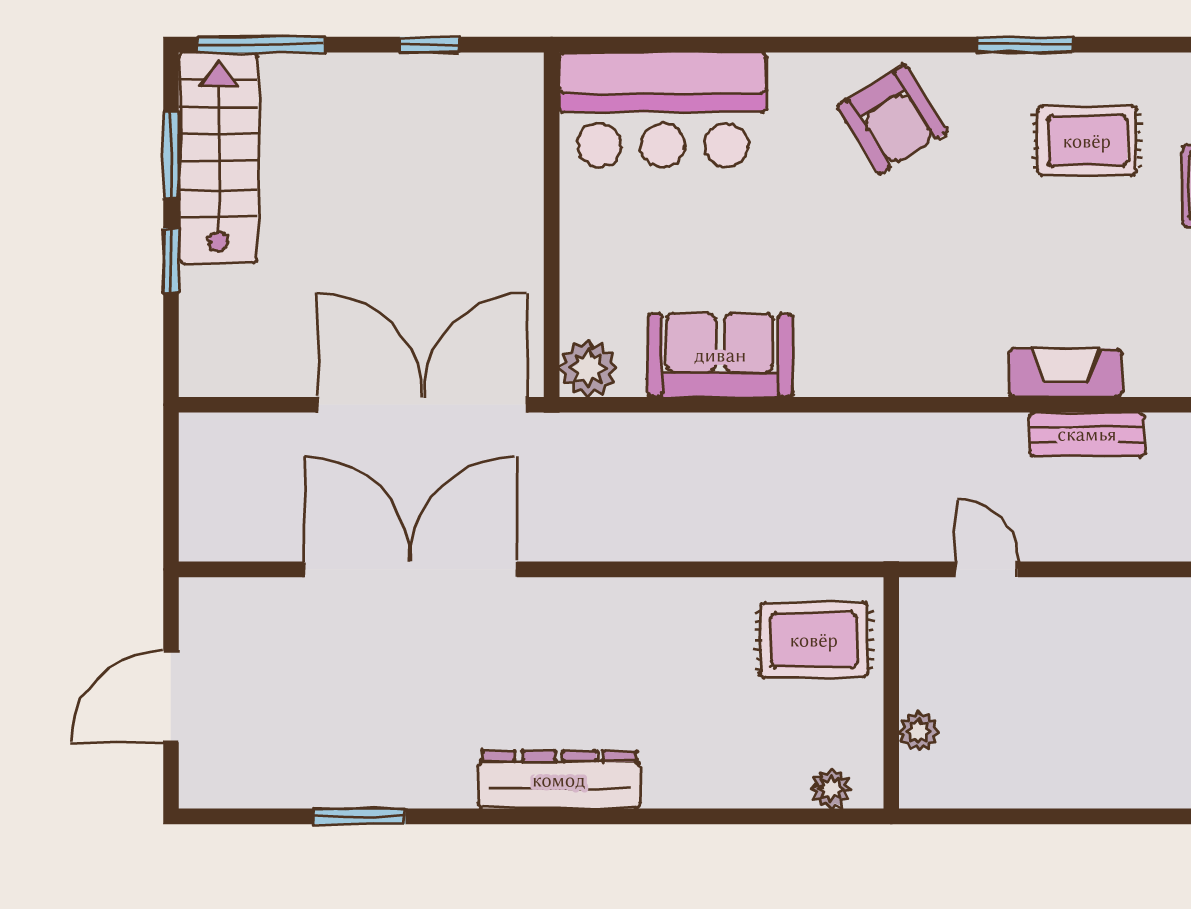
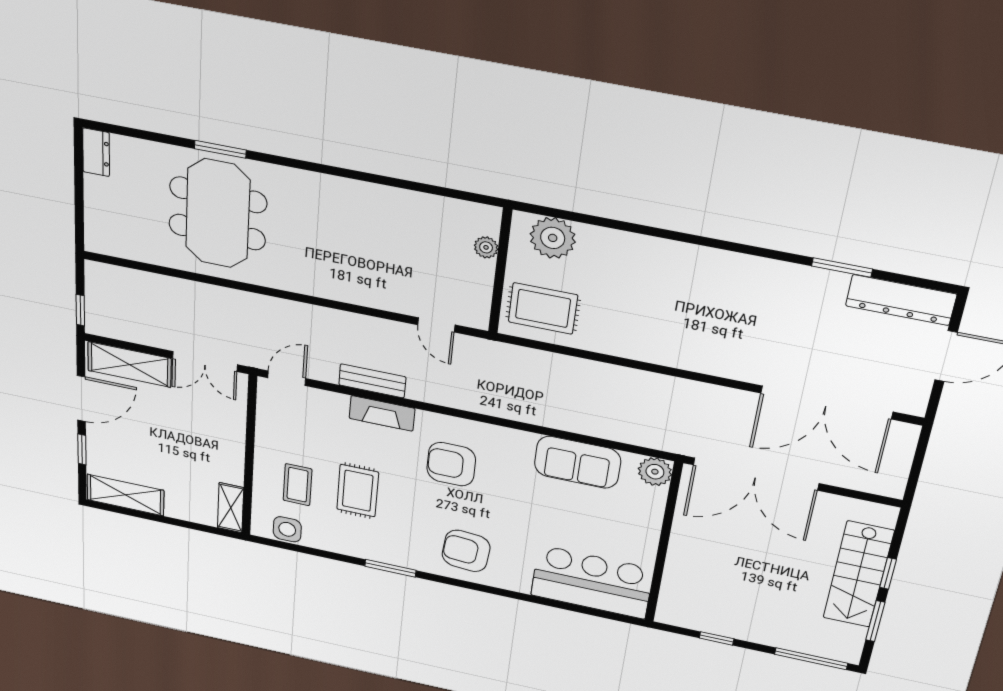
armchair: (892, 119) -> (466, 551), turned -53
rug: (1087, 141) -> (358, 491), moved, turned 90
stairs: (218, 158) -> (858, 574), moved
armchair: (936, 298) -> (451, 464), added
double door: (411, 569) -> (827, 402), moved
dresser: (559, 780) -> (901, 300), moved
plant: (831, 789) -> (553, 238), width x1.88, depth x1.88

